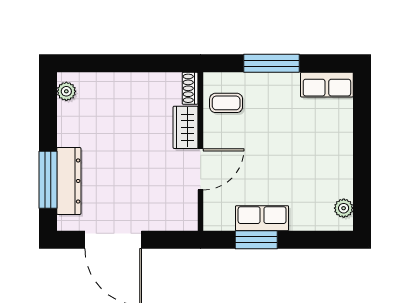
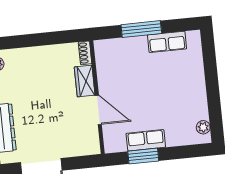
row of seats: (327, 85) -> (167, 42), moved
coffee table: (226, 103) -> (112, 61), removed
door: (201, 169) -> (98, 110), hinge flipped

